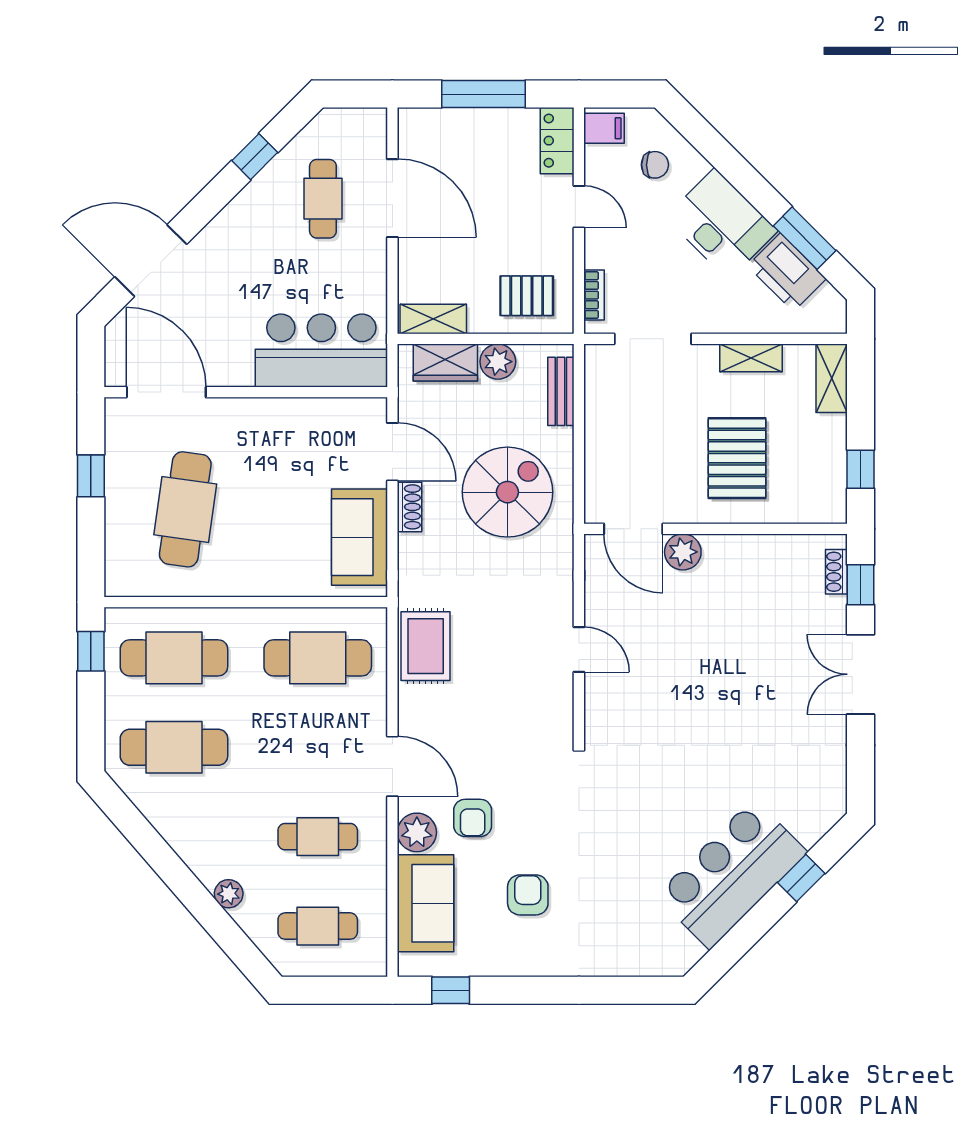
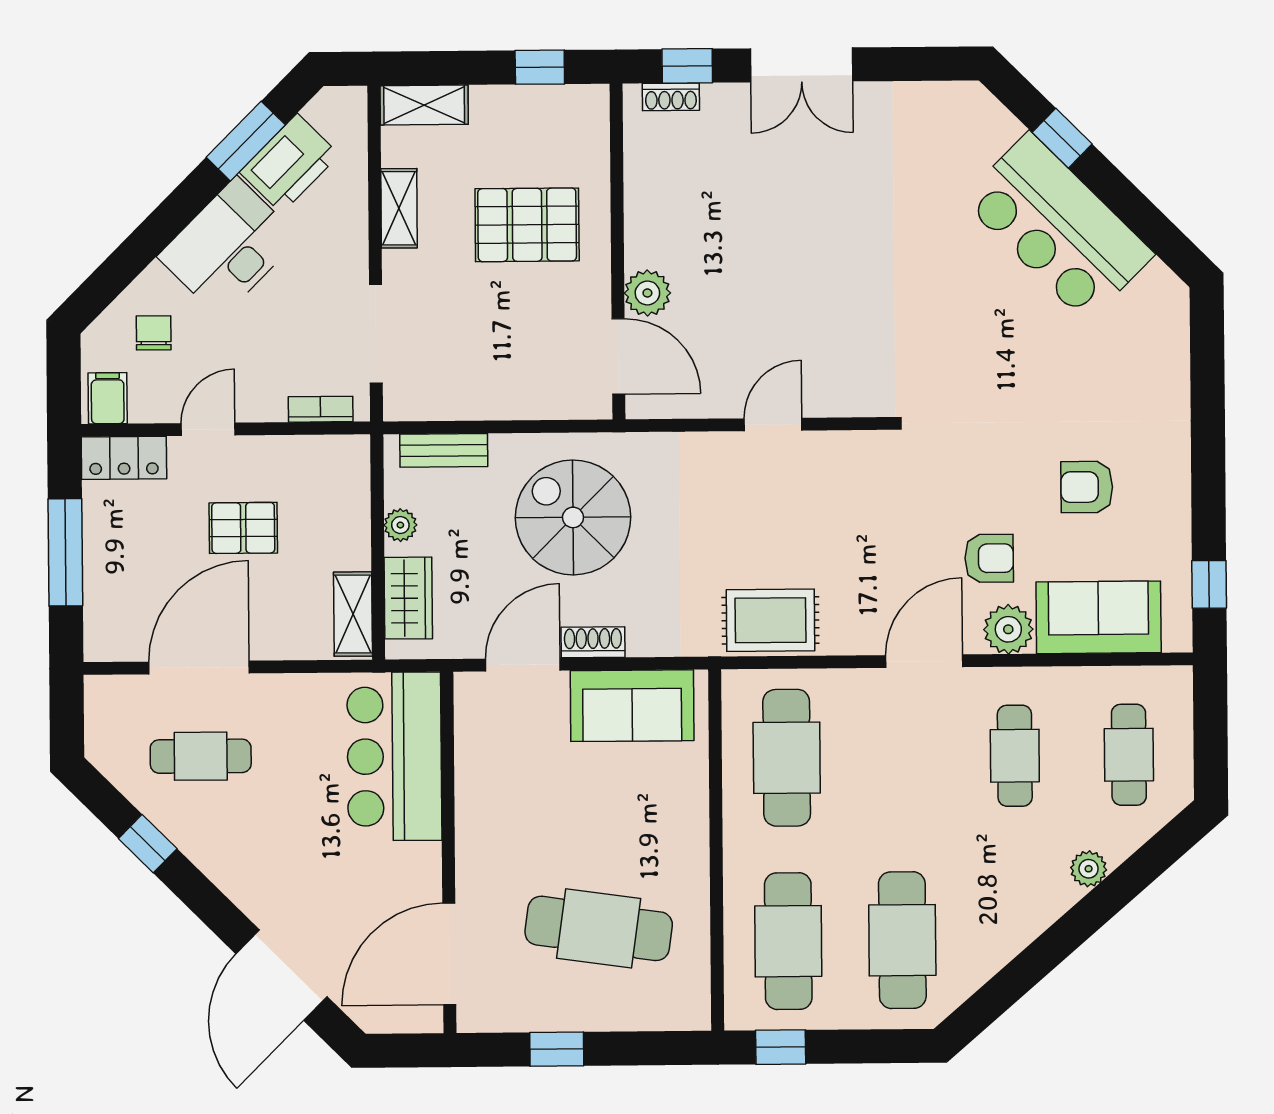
pallet: (527, 296) -> (243, 528), moved, turned 90
plant: (498, 362) -> (400, 525), width x0.73, depth x0.73
door: (633, 529) -> (618, 356), hinge flipped

